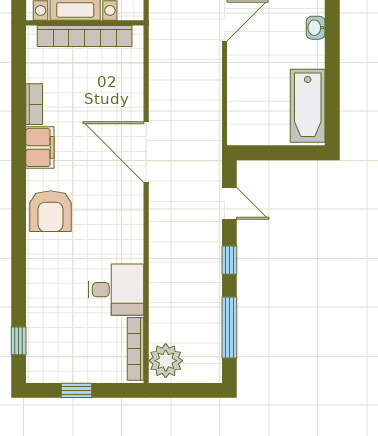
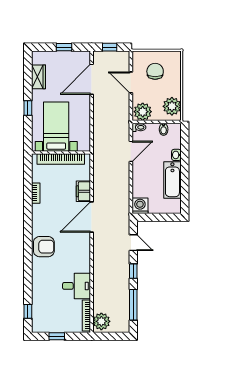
bathtub: (308, 106) -> (172, 180), moved
washing machine: (243, 129) -> (140, 206), added
filing cabinet: (40, 147) -> (83, 191), moved, turned 180
door: (146, 152) -> (92, 217), hinge flipped
armchair: (50, 211) -> (44, 247), turned -90

